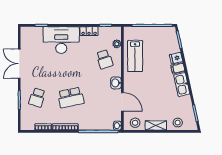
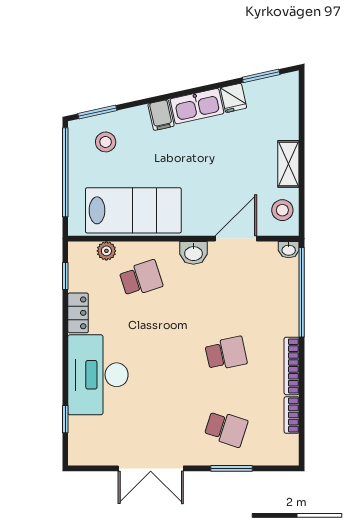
lab bench: (135, 56) -> (133, 210), width x1.36, depth x1.39
fridge: (176, 58) -> (233, 98), moved
school desk: (71, 98) -> (226, 354), width x0.54
stool: (178, 123) -> (106, 142), moved

